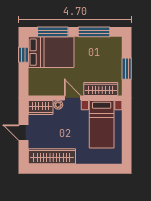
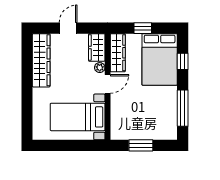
window: (53, 32) -> (183, 61), width x0.46
window: (23, 55) -> (143, 28), moved
wardrobe: (101, 89) -> (118, 53), moved

